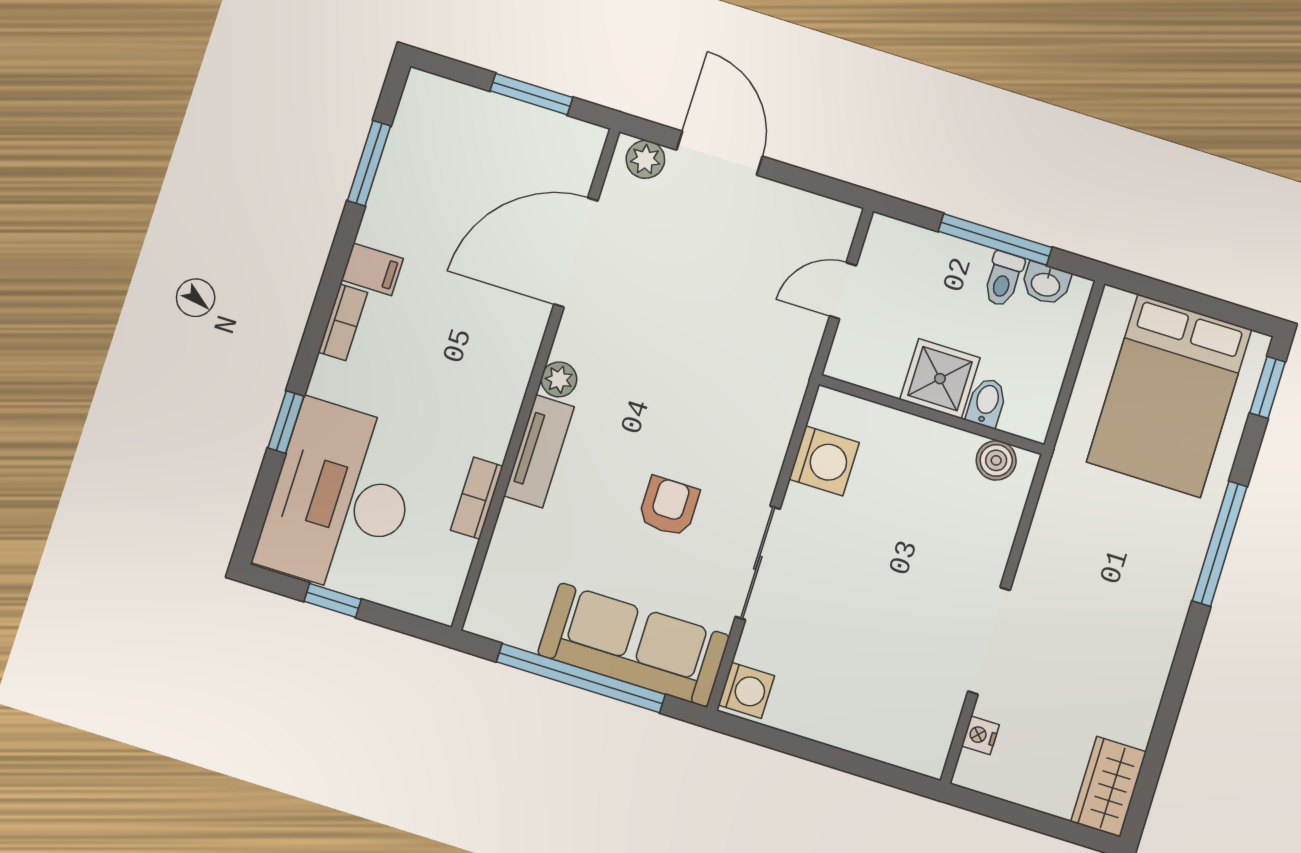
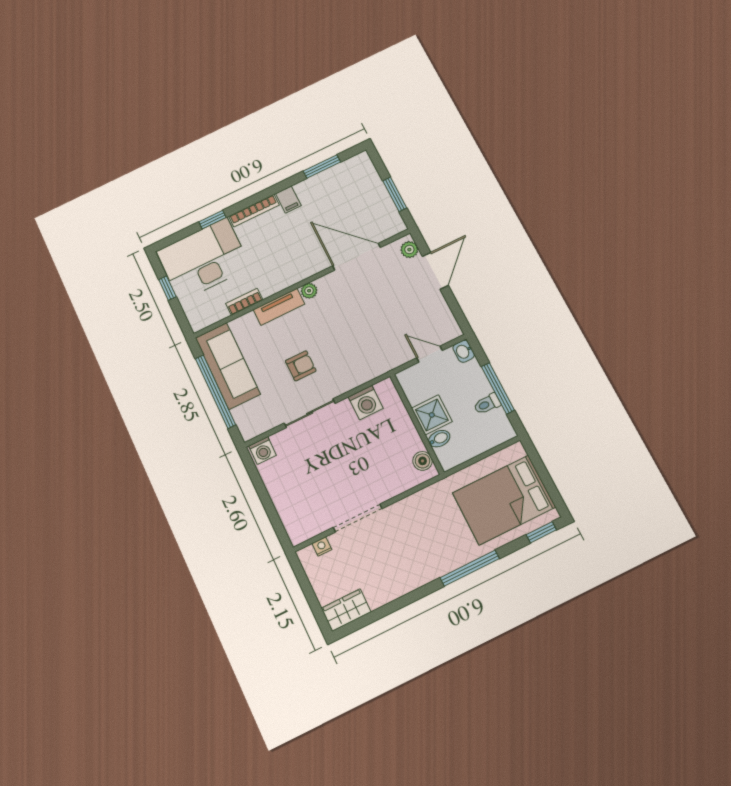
washbasin: (1046, 284) -> (464, 351), moved
bookcase: (343, 322) -> (254, 211), width x1.56
sofa: (634, 645) -> (228, 366), moved

